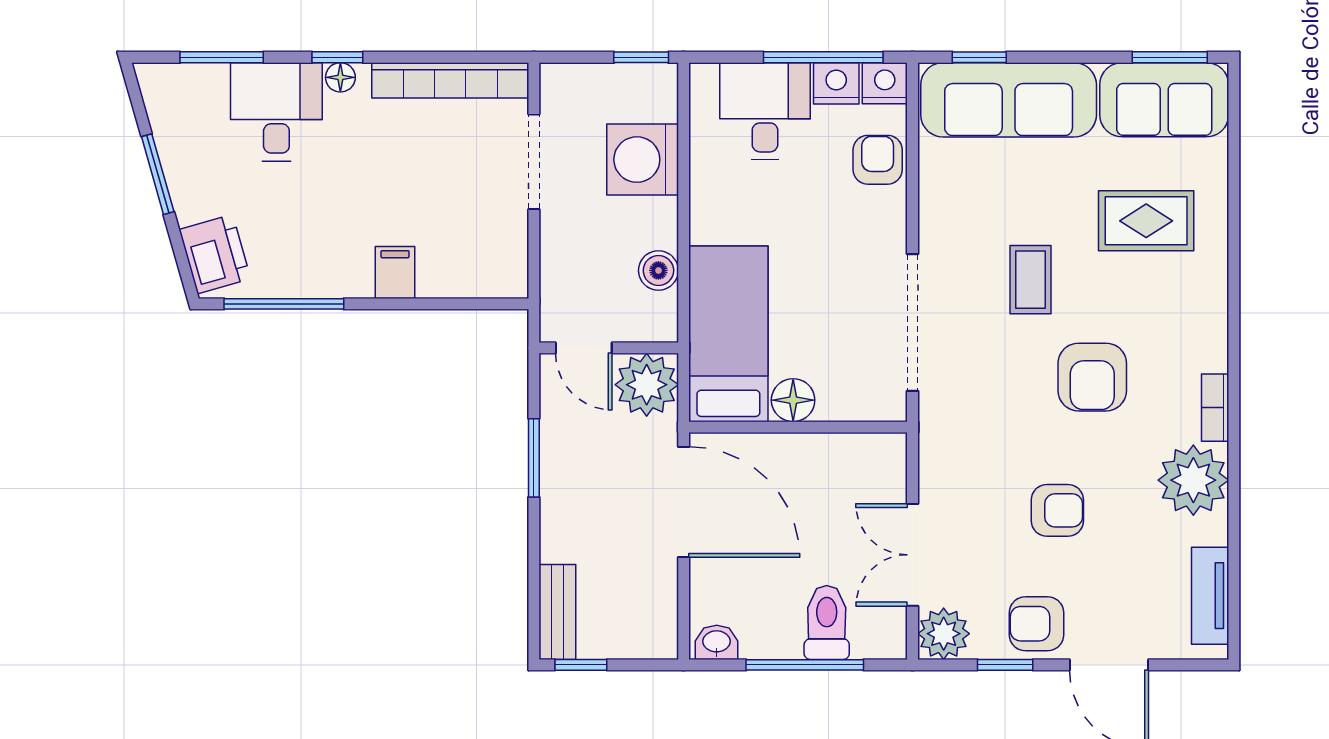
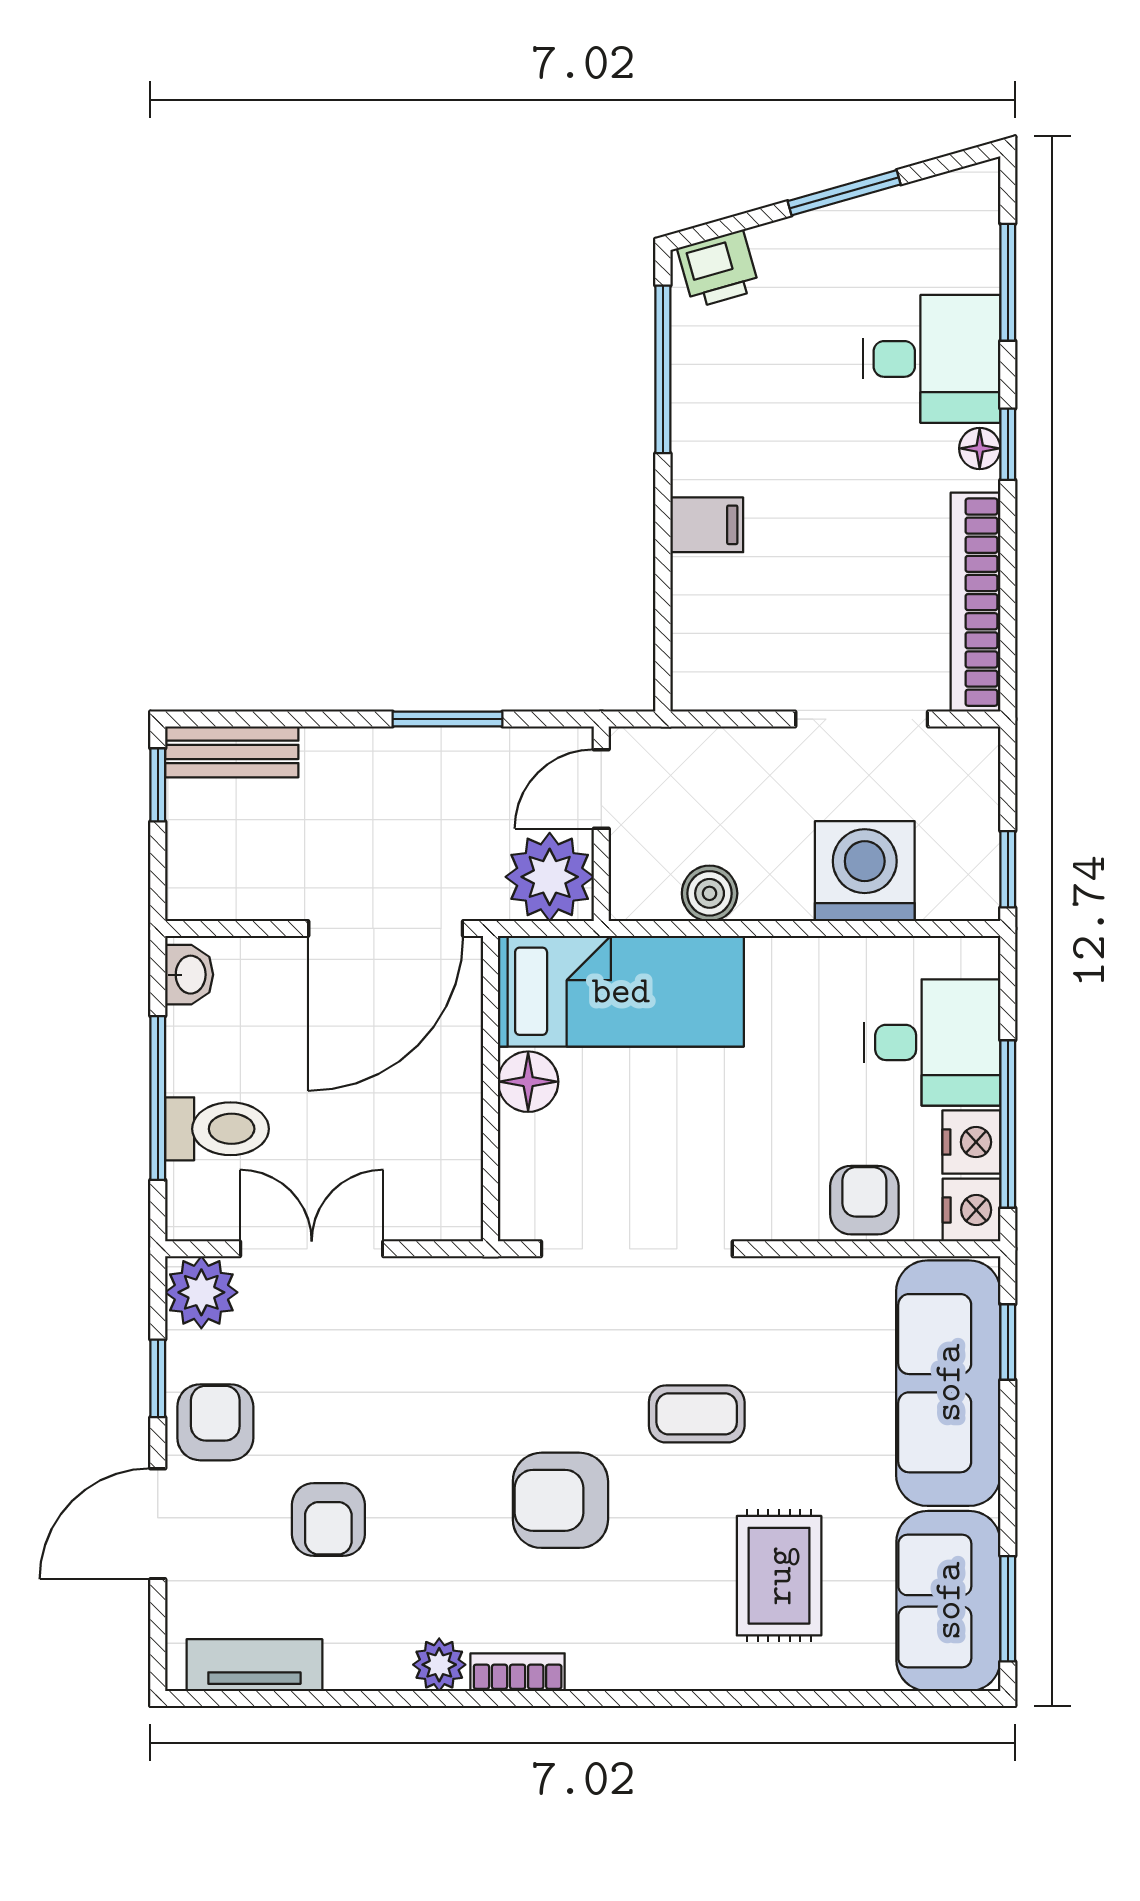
armchair: (878, 160) -> (864, 1200), turned -90
printer: (215, 254) -> (718, 269), width x0.73, depth x0.81
plant: (1193, 480) -> (439, 1665), width x0.53, depth x0.53
armchair: (1057, 510) -> (328, 1519), moved

